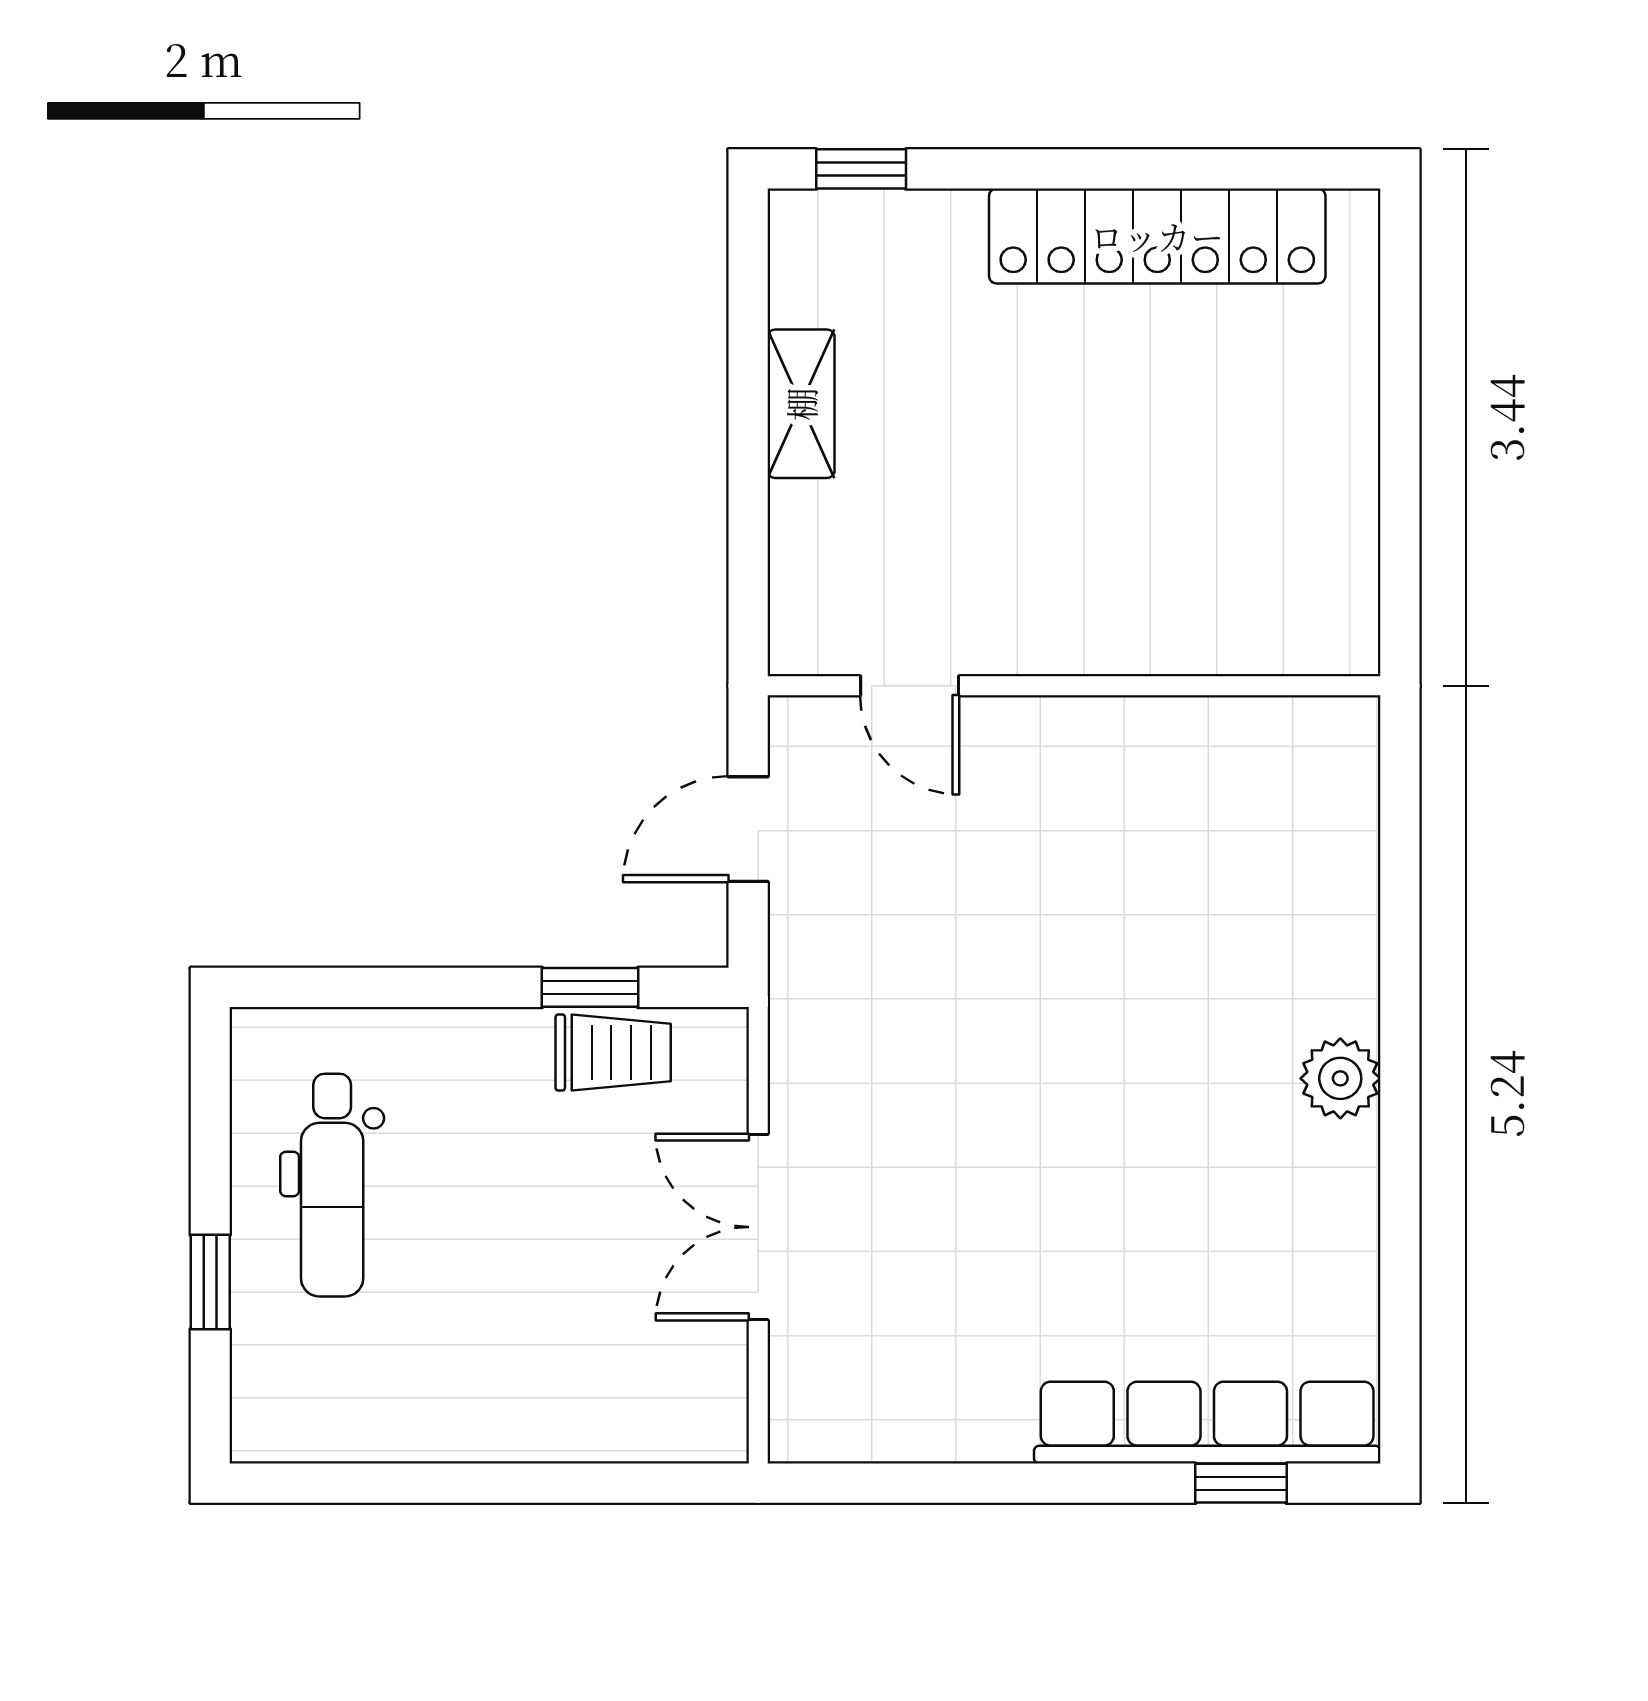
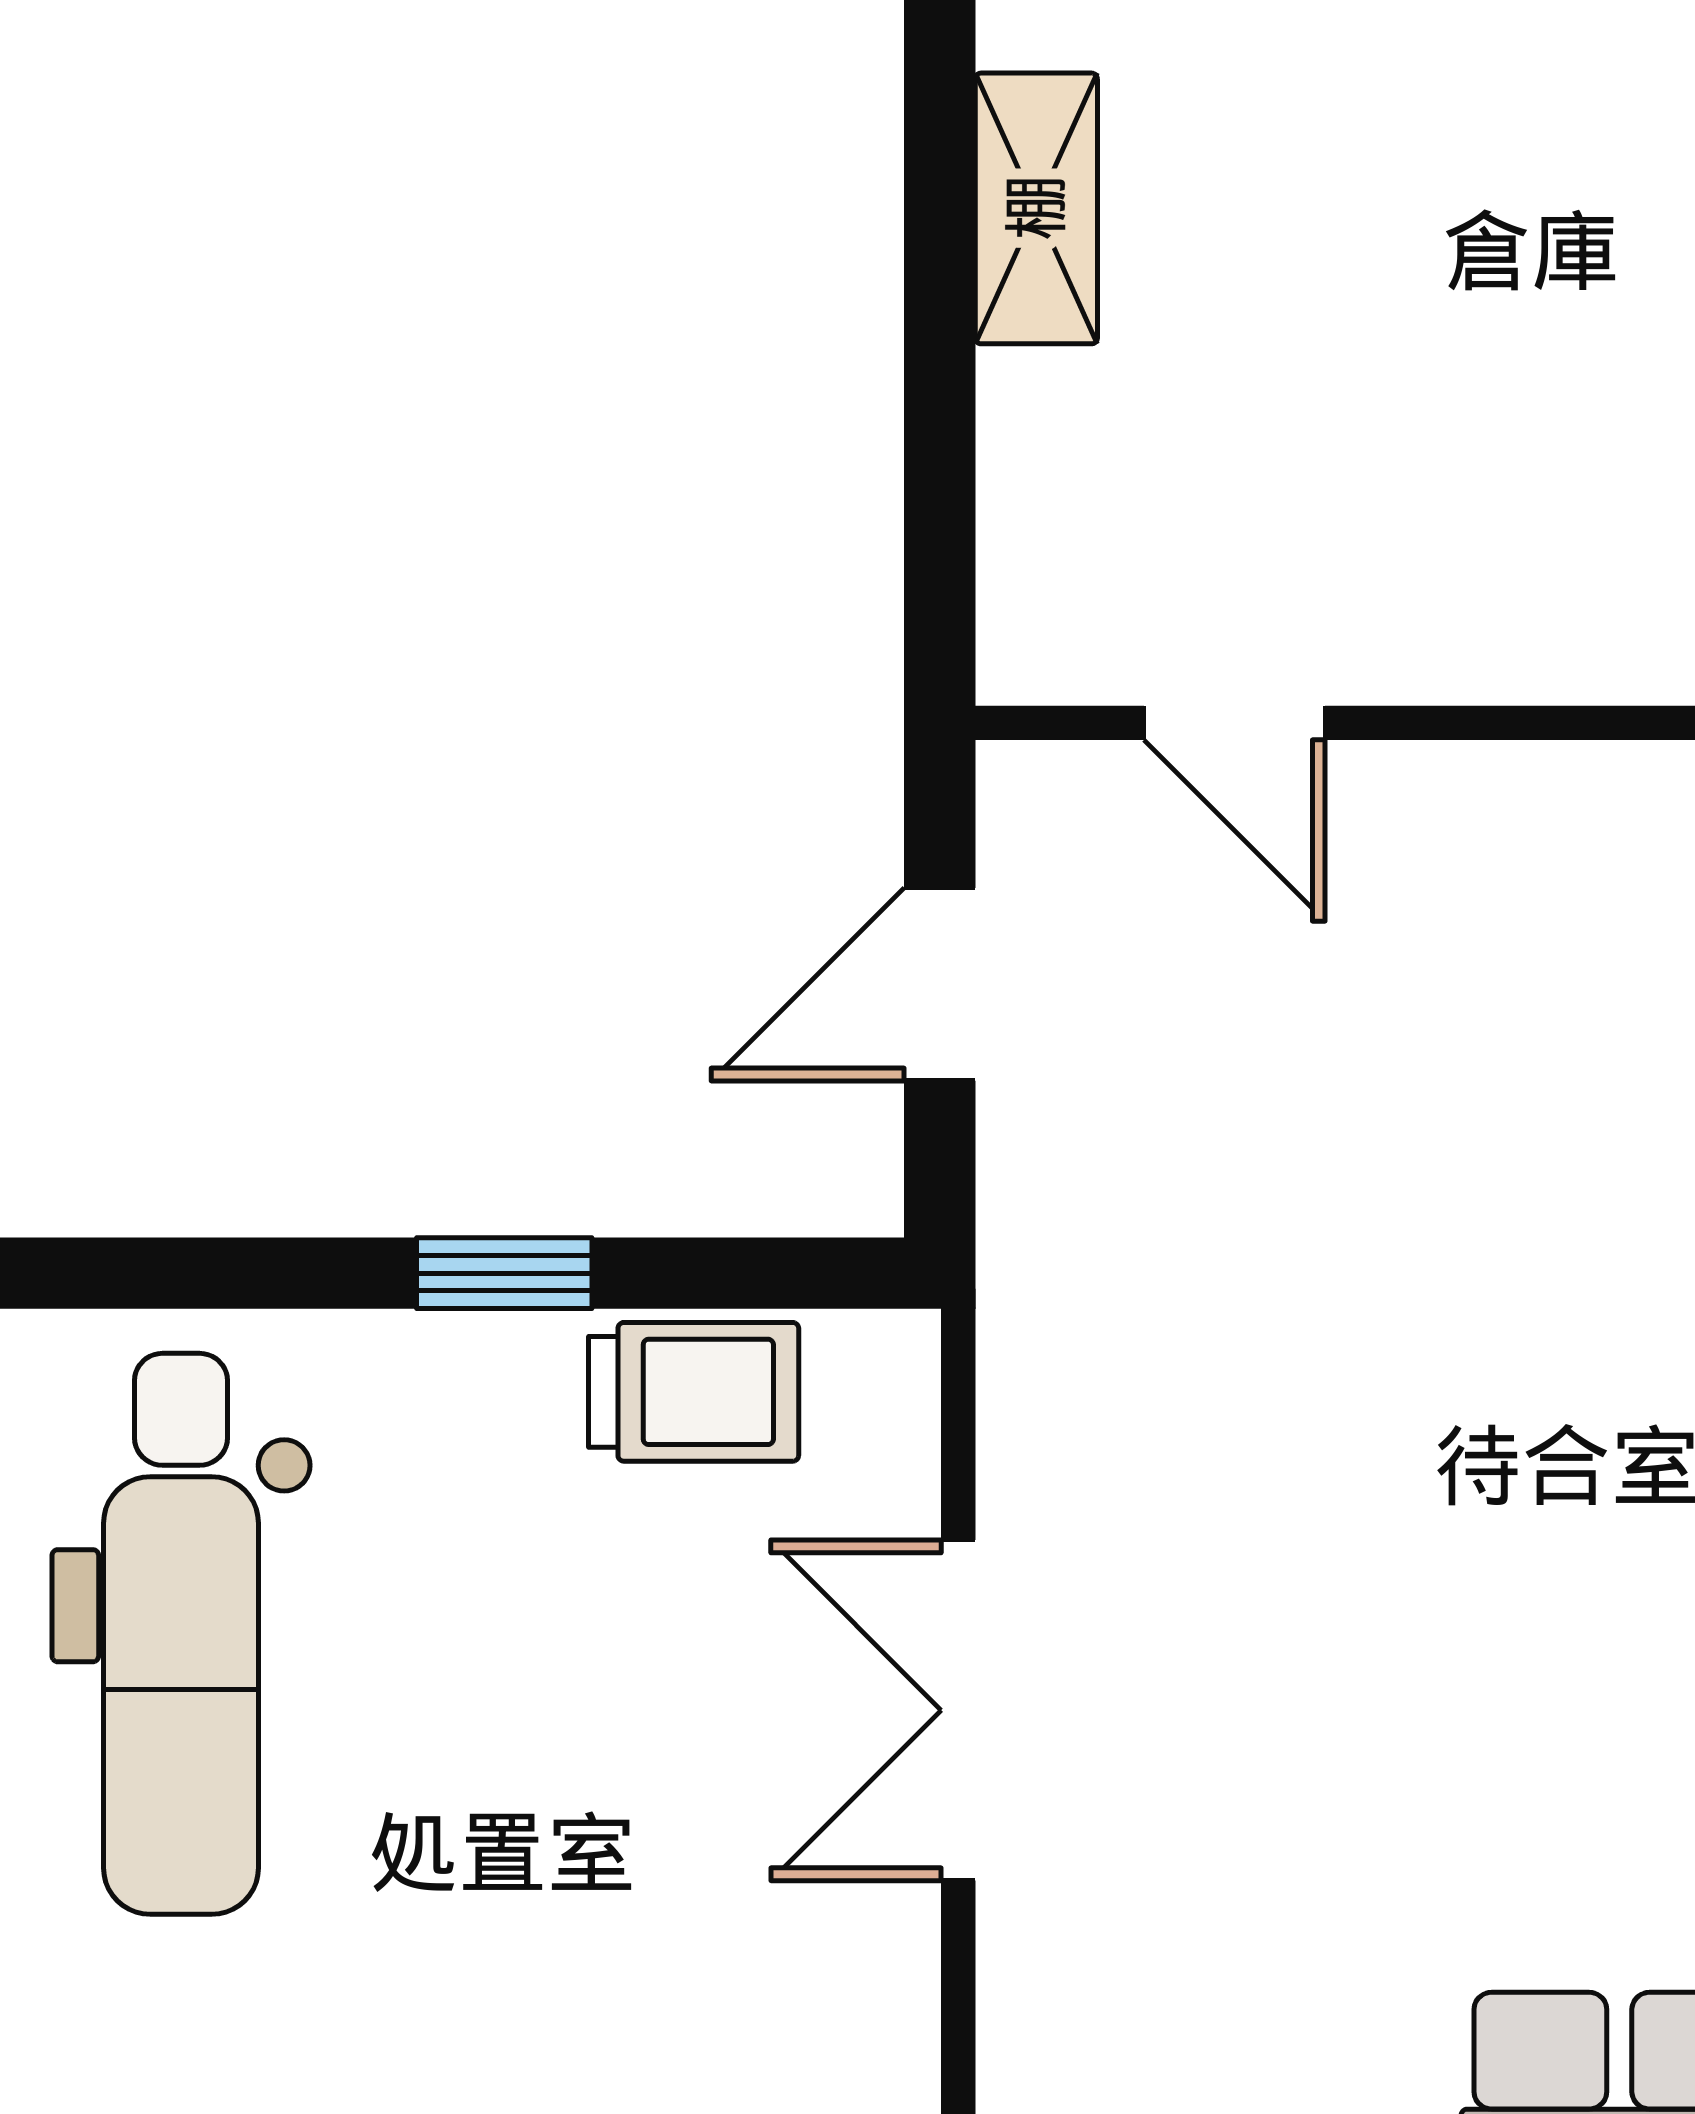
window: (590, 987) -> (504, 1273), moved
dental chair: (332, 1185) -> (181, 1634), width x1.36, depth x1.38

